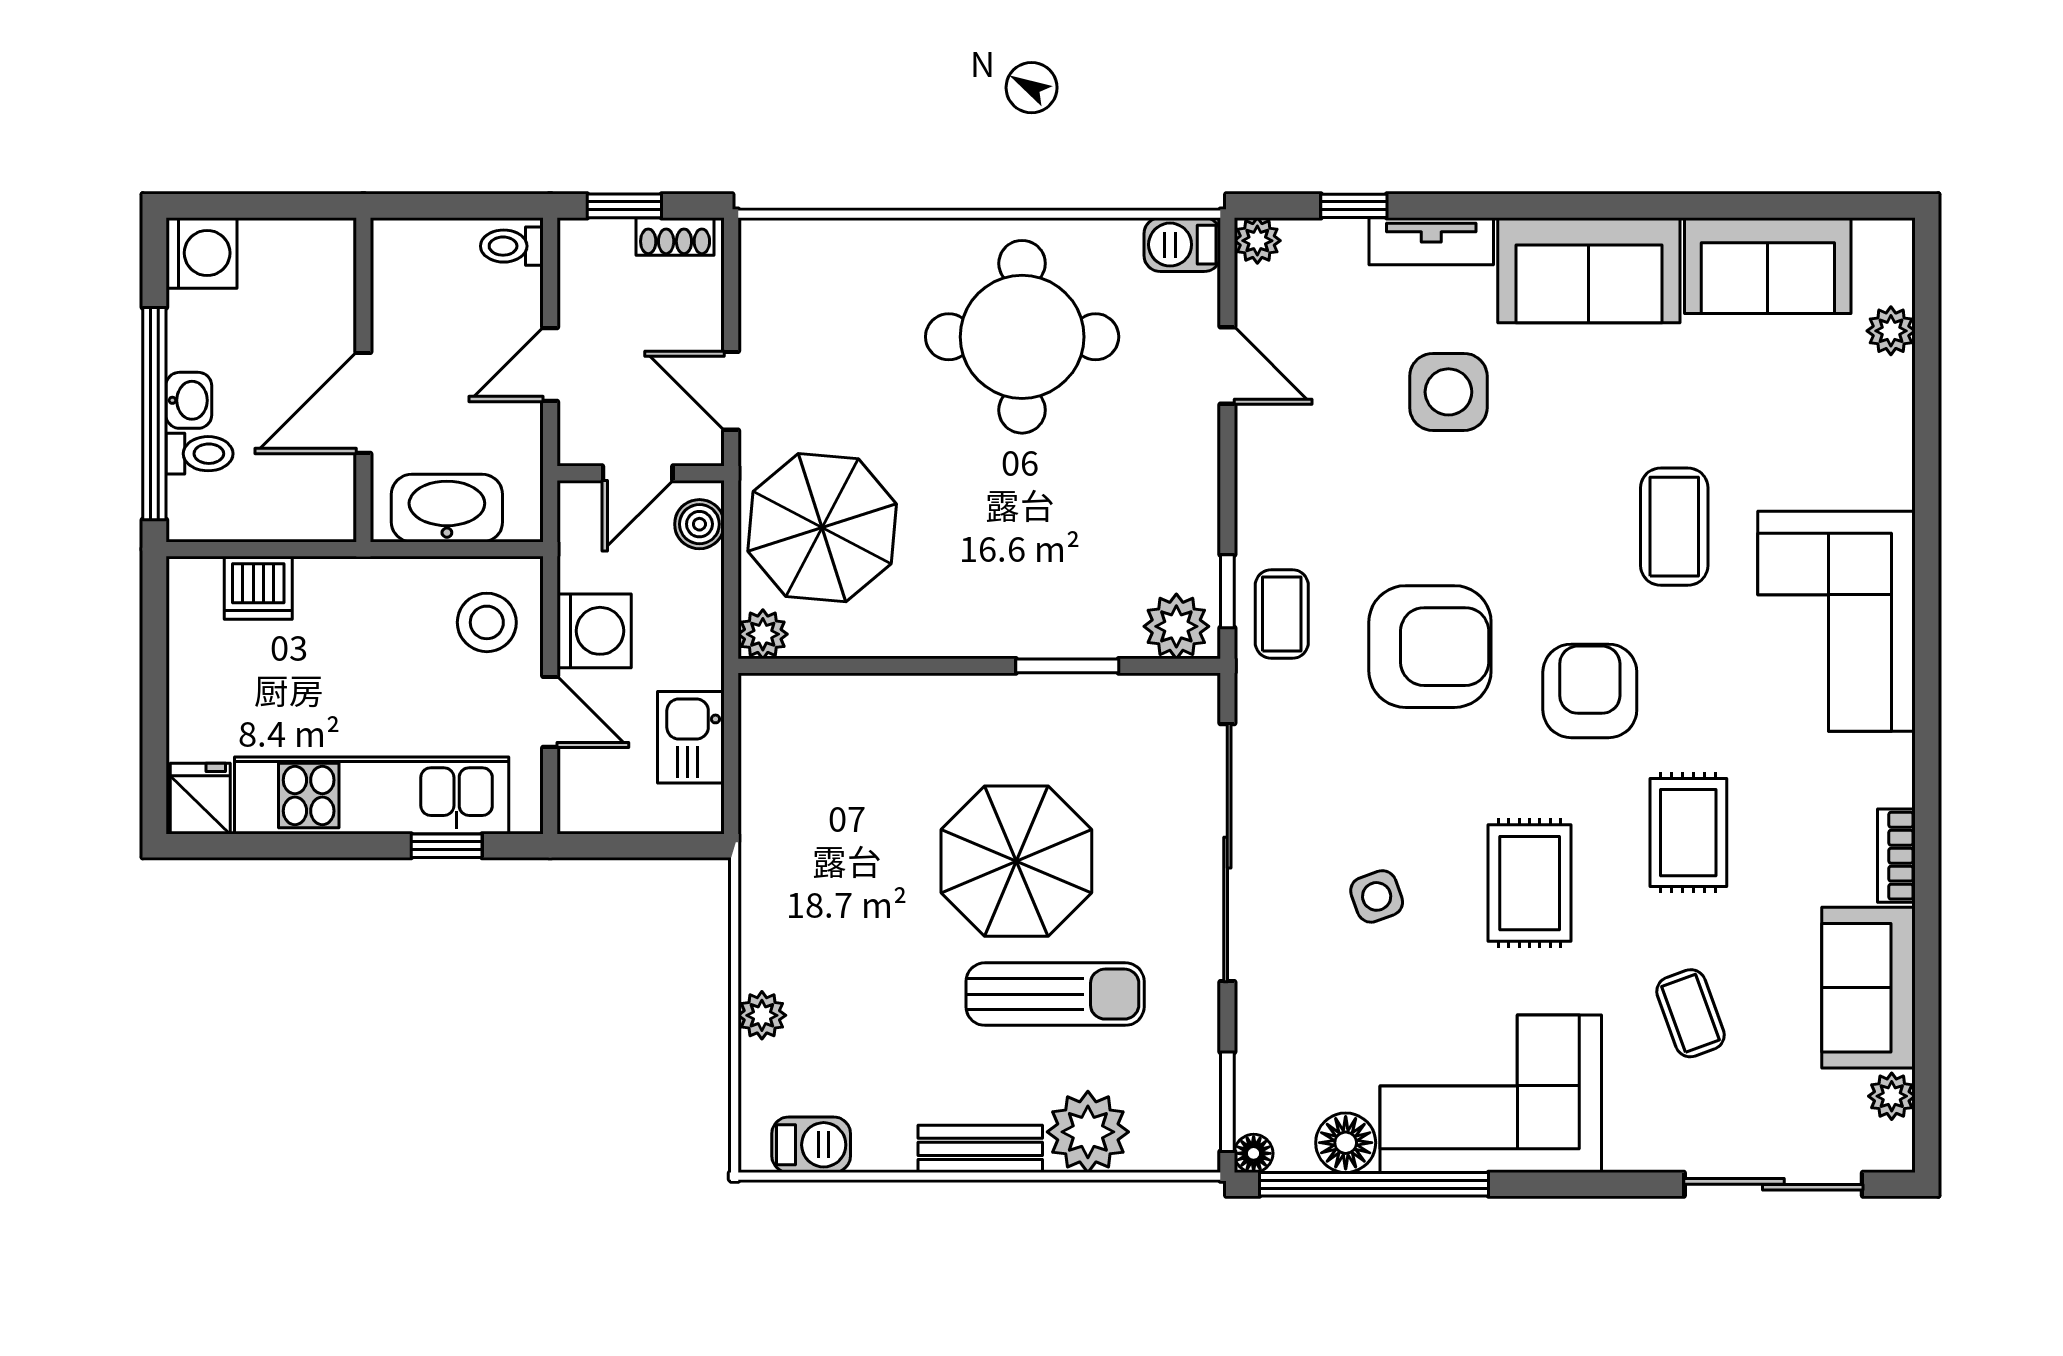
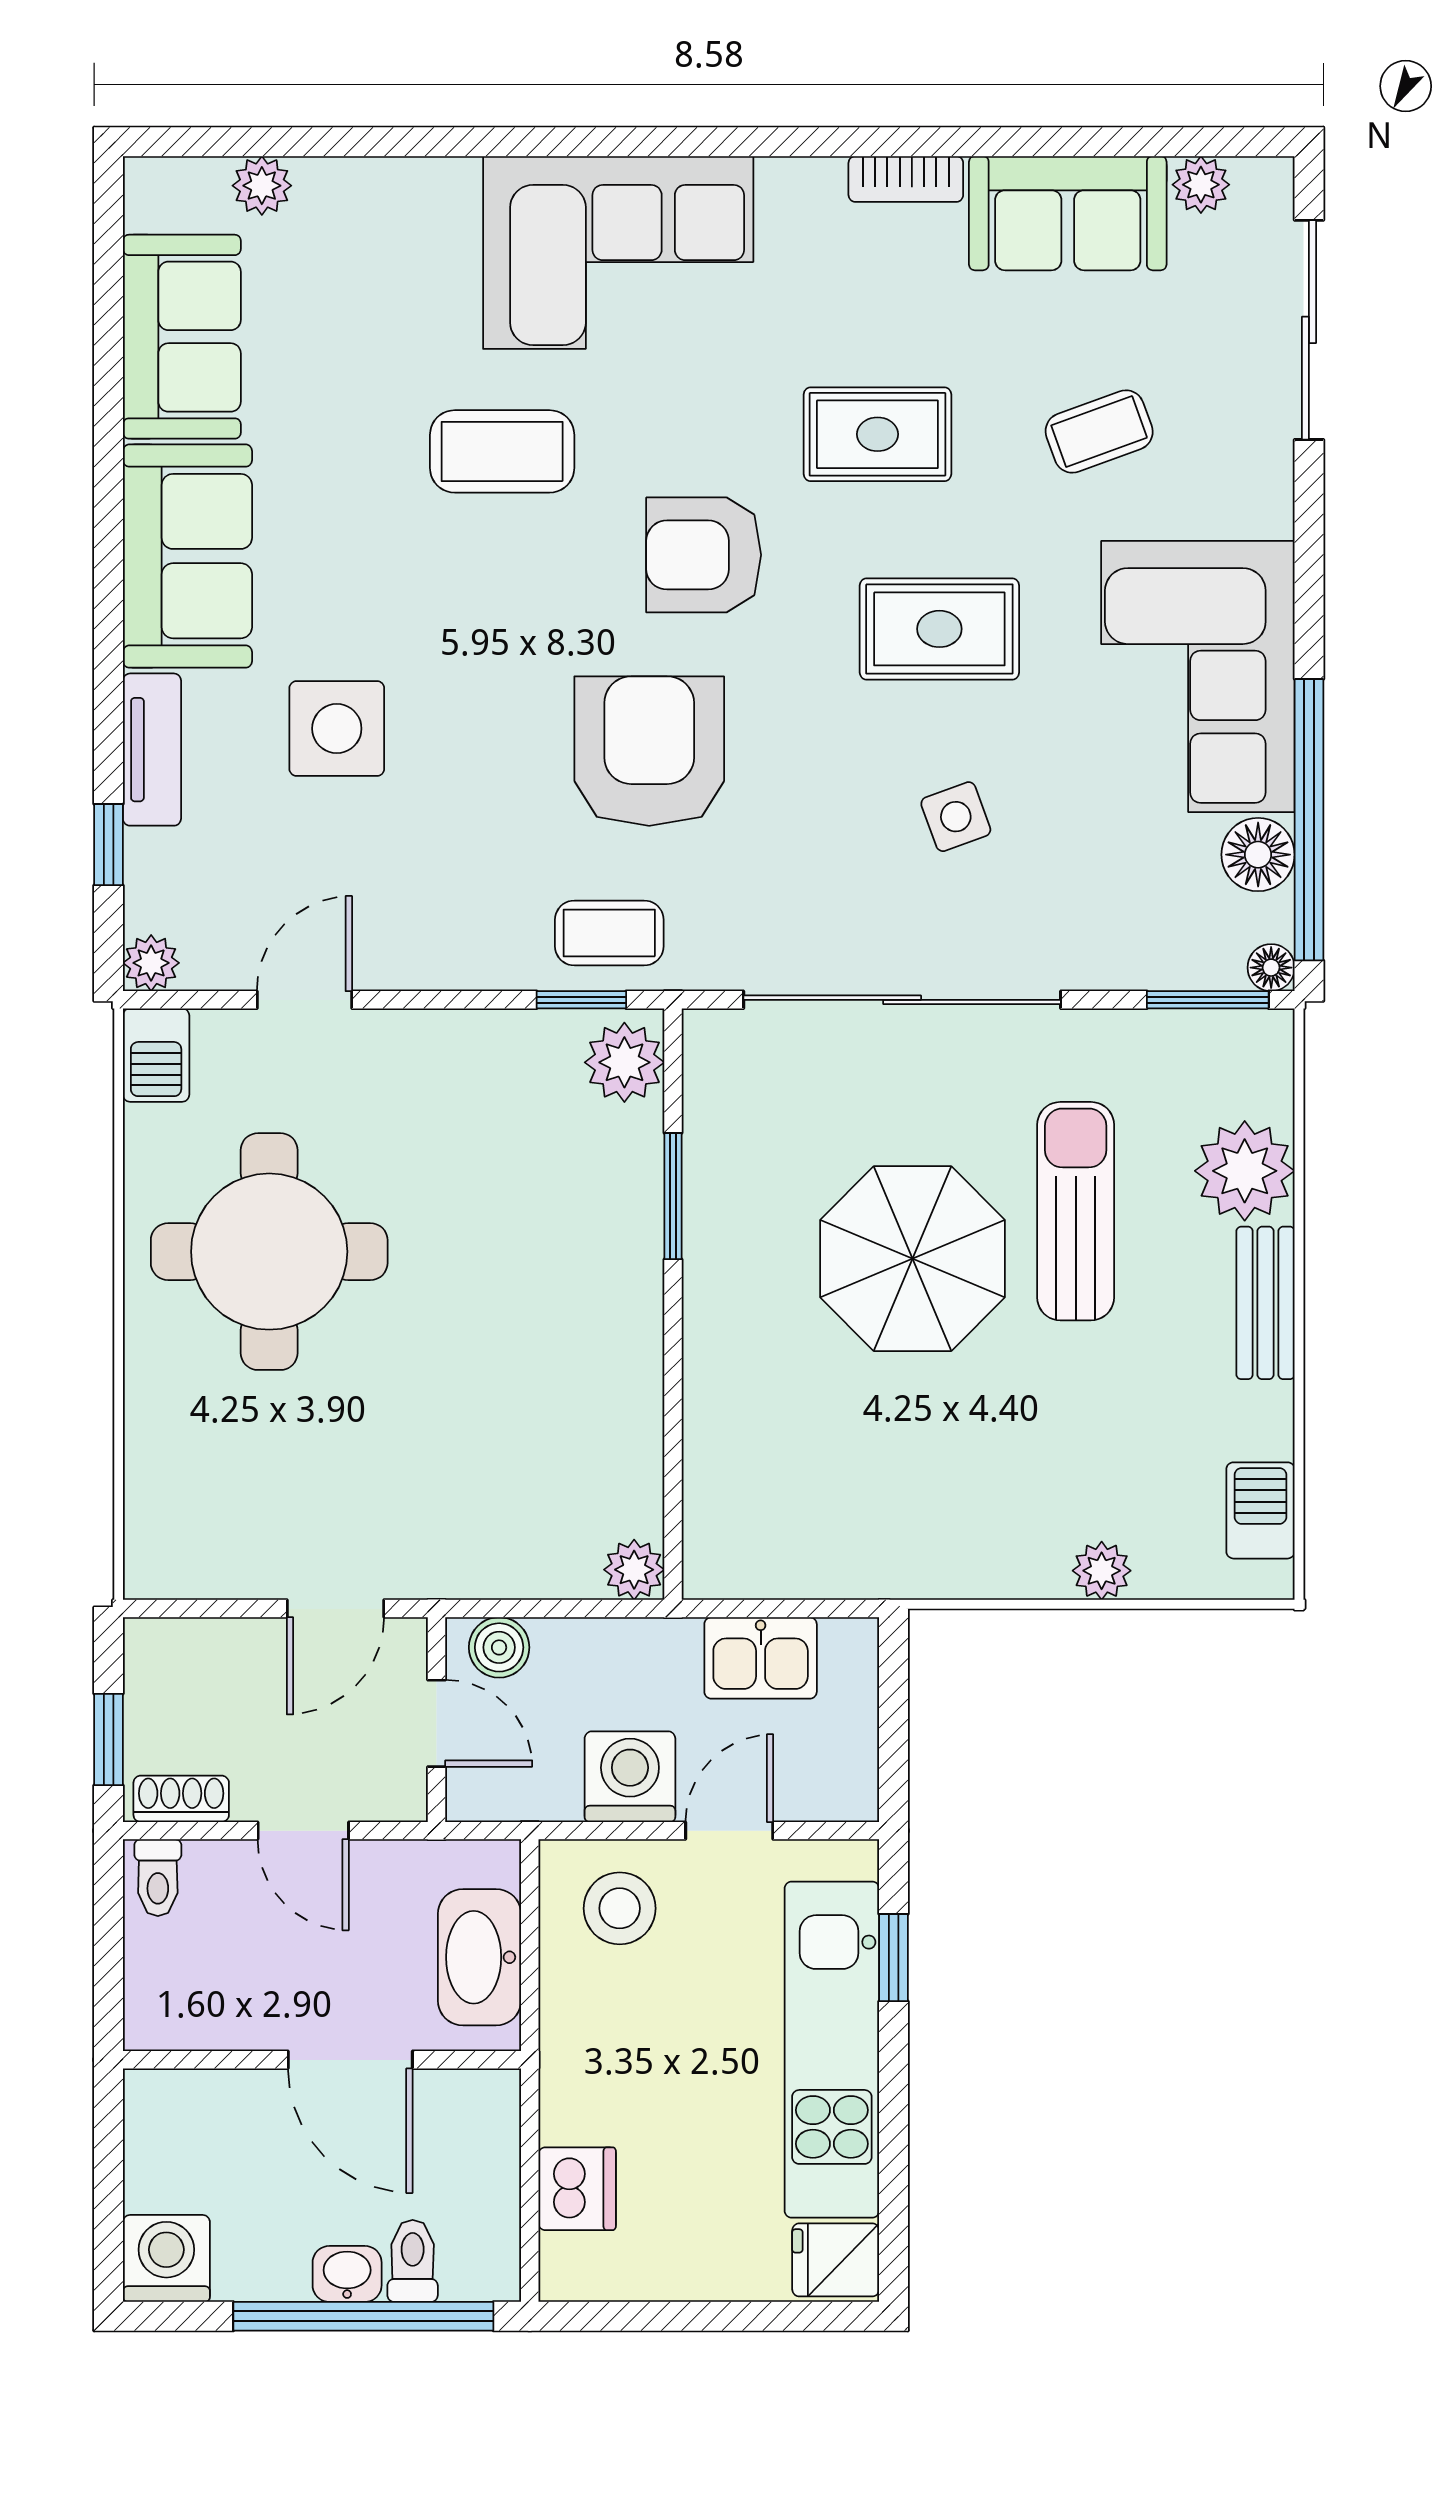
shoe rack: (675, 236) -> (181, 1799), moved, turned -90
parasol: (822, 528) -> (503, 1497), removed

